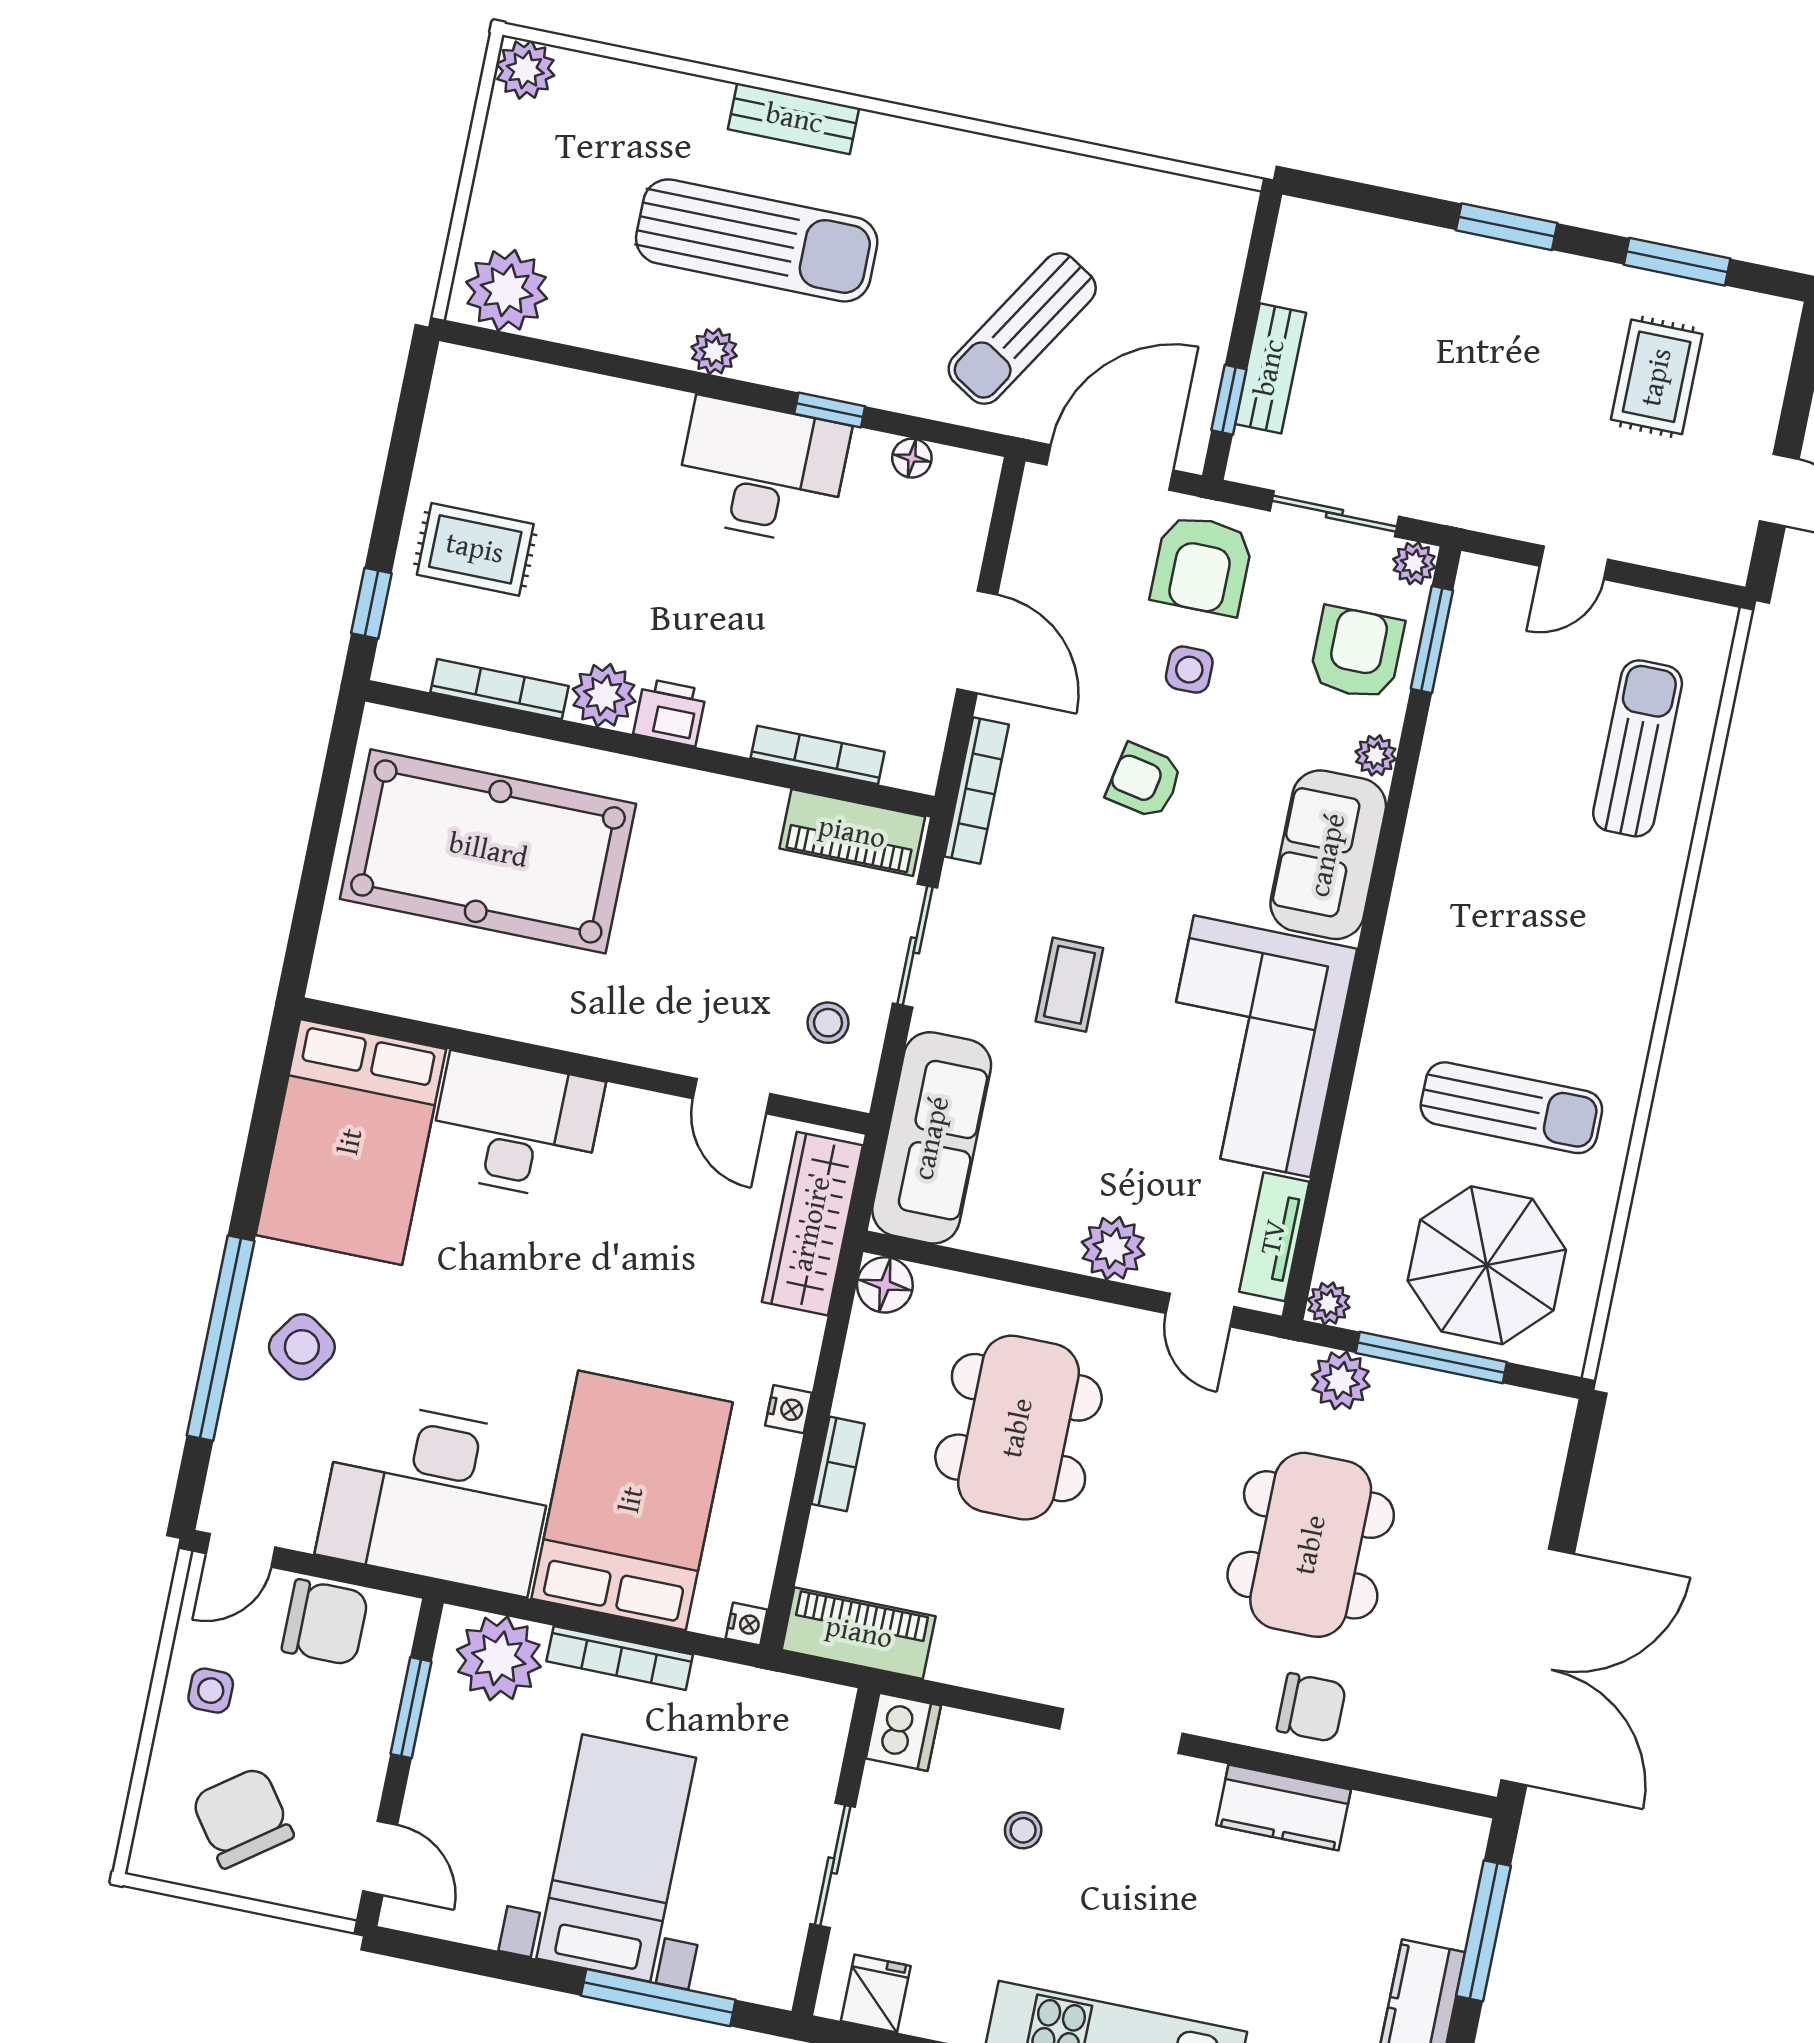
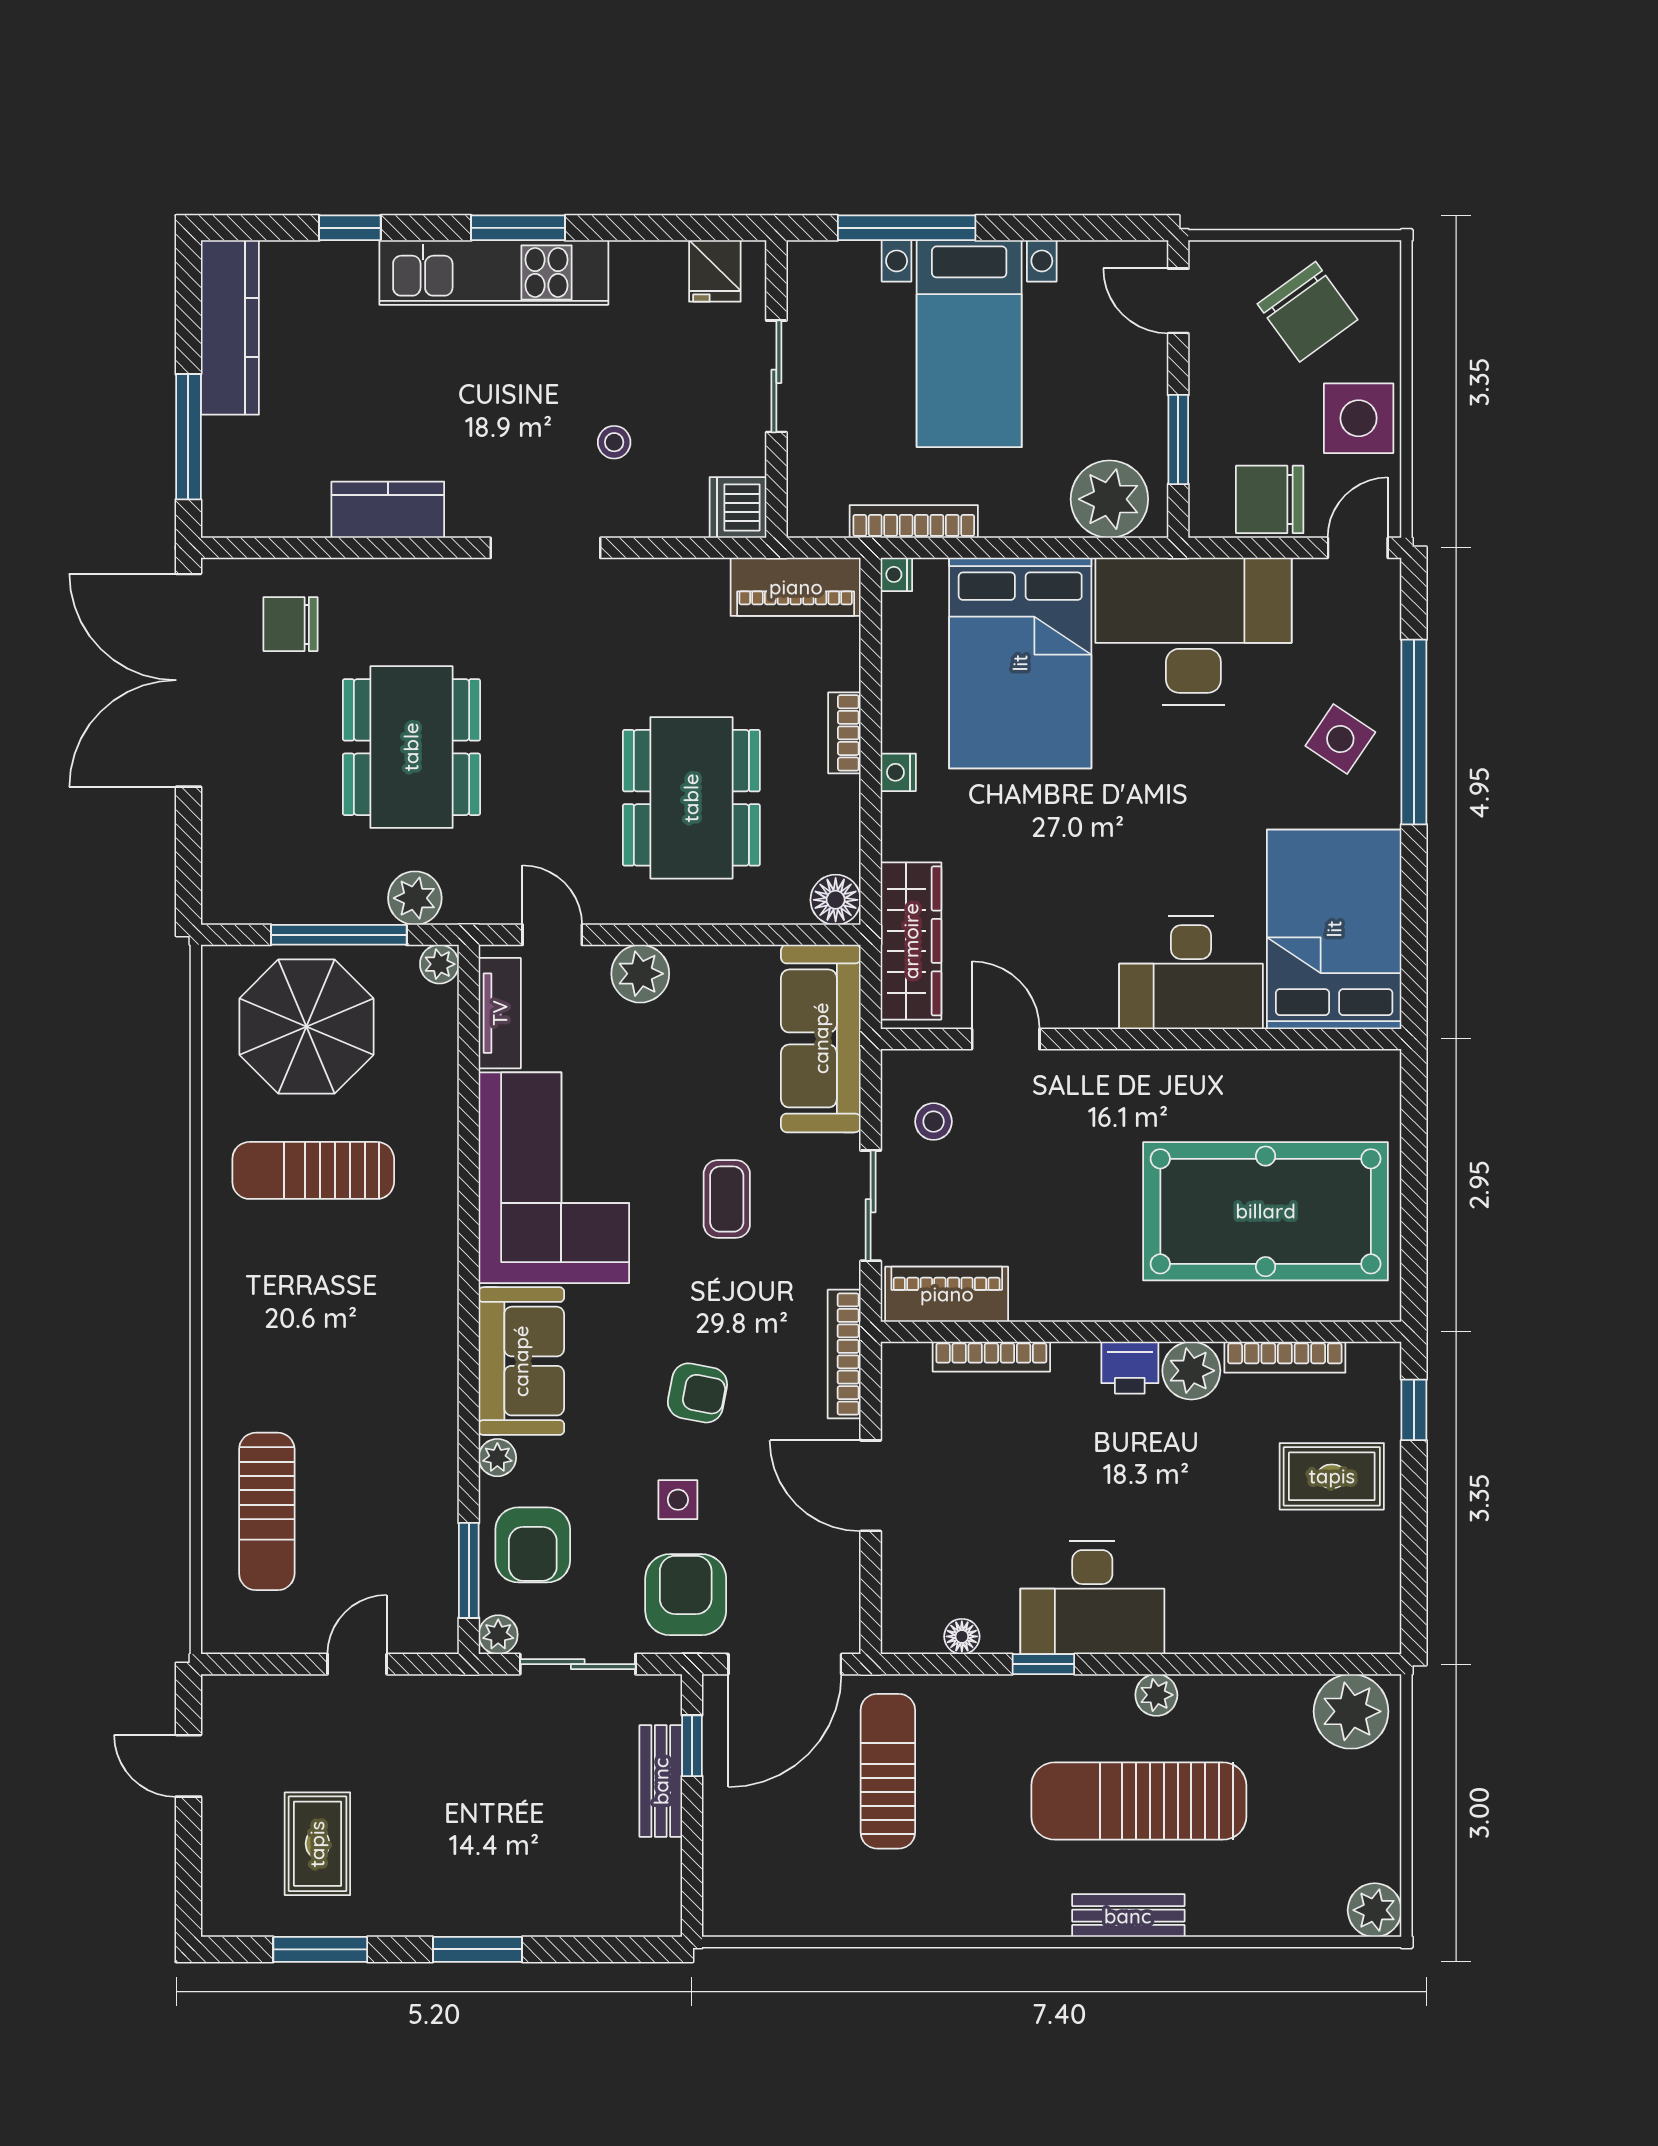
sun lounger: (1022, 329) -> (888, 1771), turned -32
bookcase: (620, 1658) -> (914, 521), moved
side table: (211, 1691) -> (1359, 418), width x1.87, depth x1.87
chair: (1311, 1708) -> (290, 624), moved

